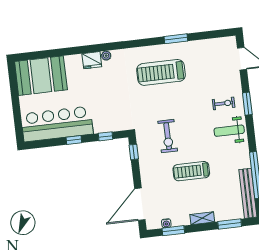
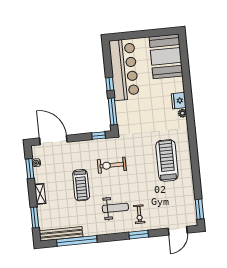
window: (176, 39) -> (199, 209), moved
weight bench: (229, 131) -> (115, 208), moved, turned 90
window: (106, 136) -> (113, 111), width x2.17
treadmill: (191, 171) -> (81, 185), turned 180

